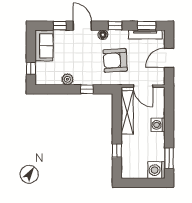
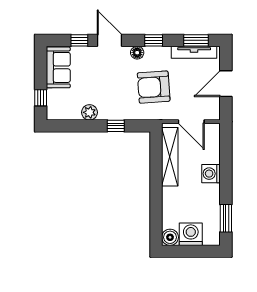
window: (117, 151) -> (156, 208), removed
washing machine: (156, 170) -> (191, 234), moved, turned 90
boiler: (127, 172) -> (170, 237), added

